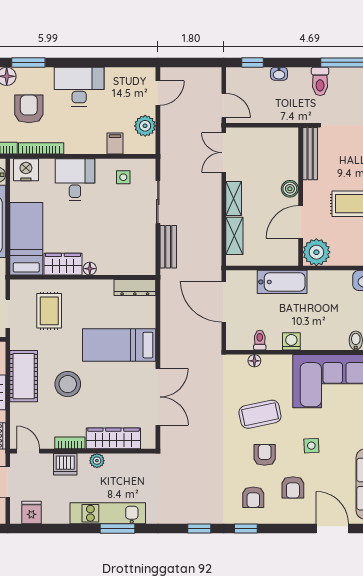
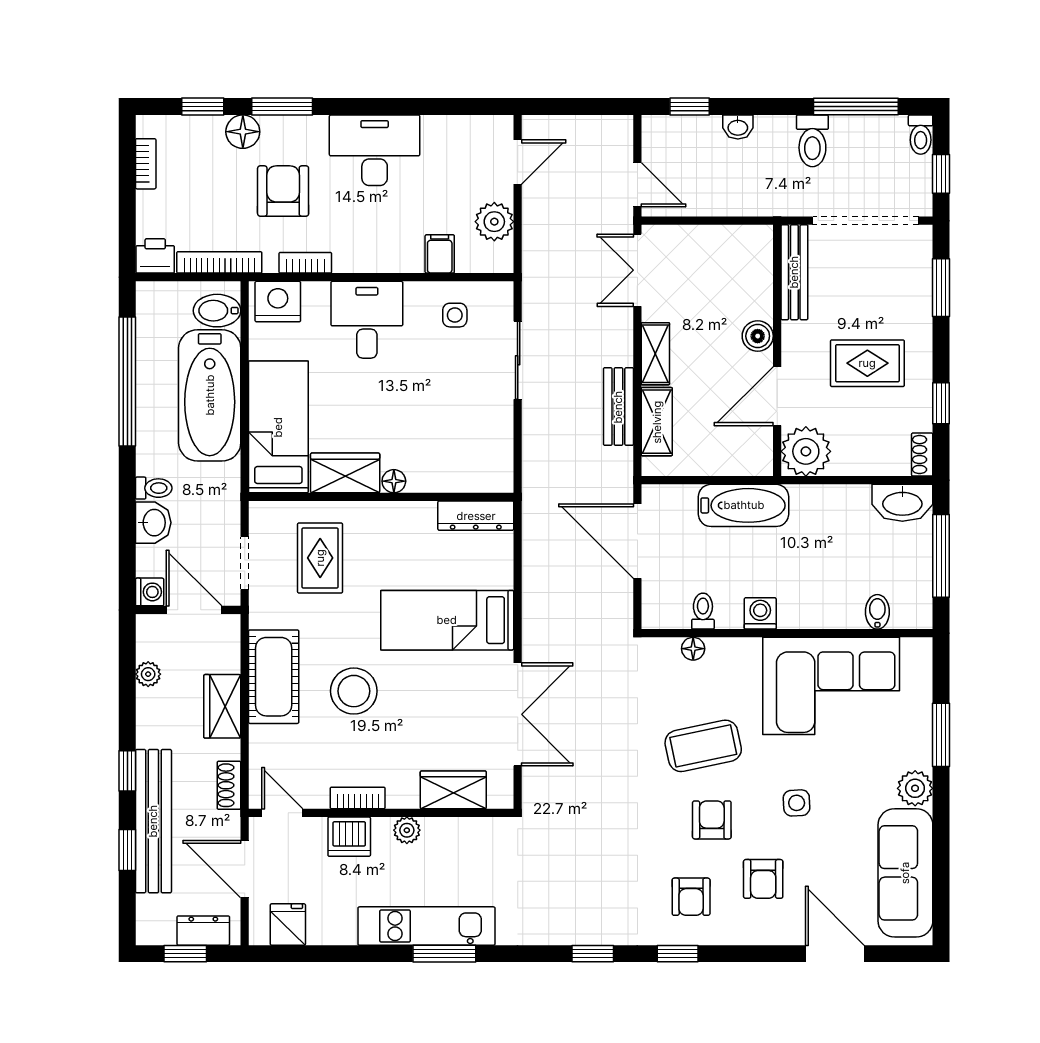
bookcase: (41, 148) -> (305, 263), width x0.64
bench: (168, 247) -> (618, 407), moved
wardrobe: (113, 438) -> (453, 790), width x0.67

